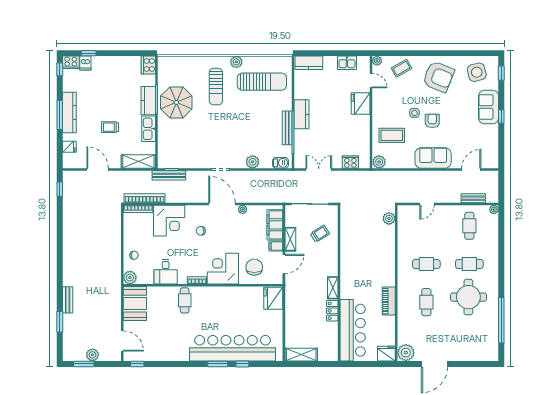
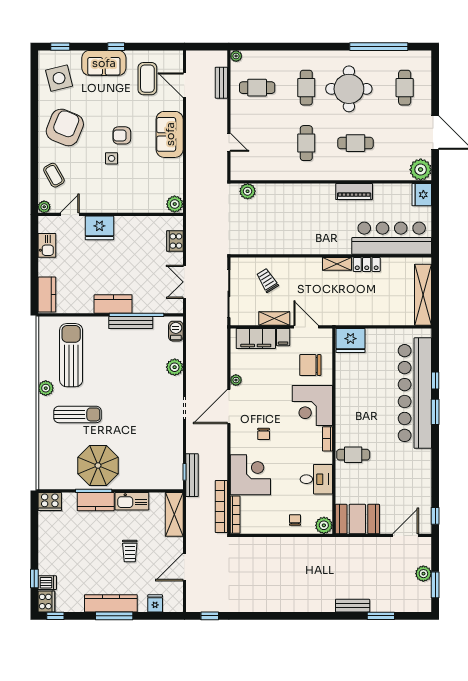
coffee table: (392, 135) -> (147, 79), moved
cafe table: (469, 340) -> (405, 88), added
shelving: (301, 355) -> (423, 295), width x1.47

